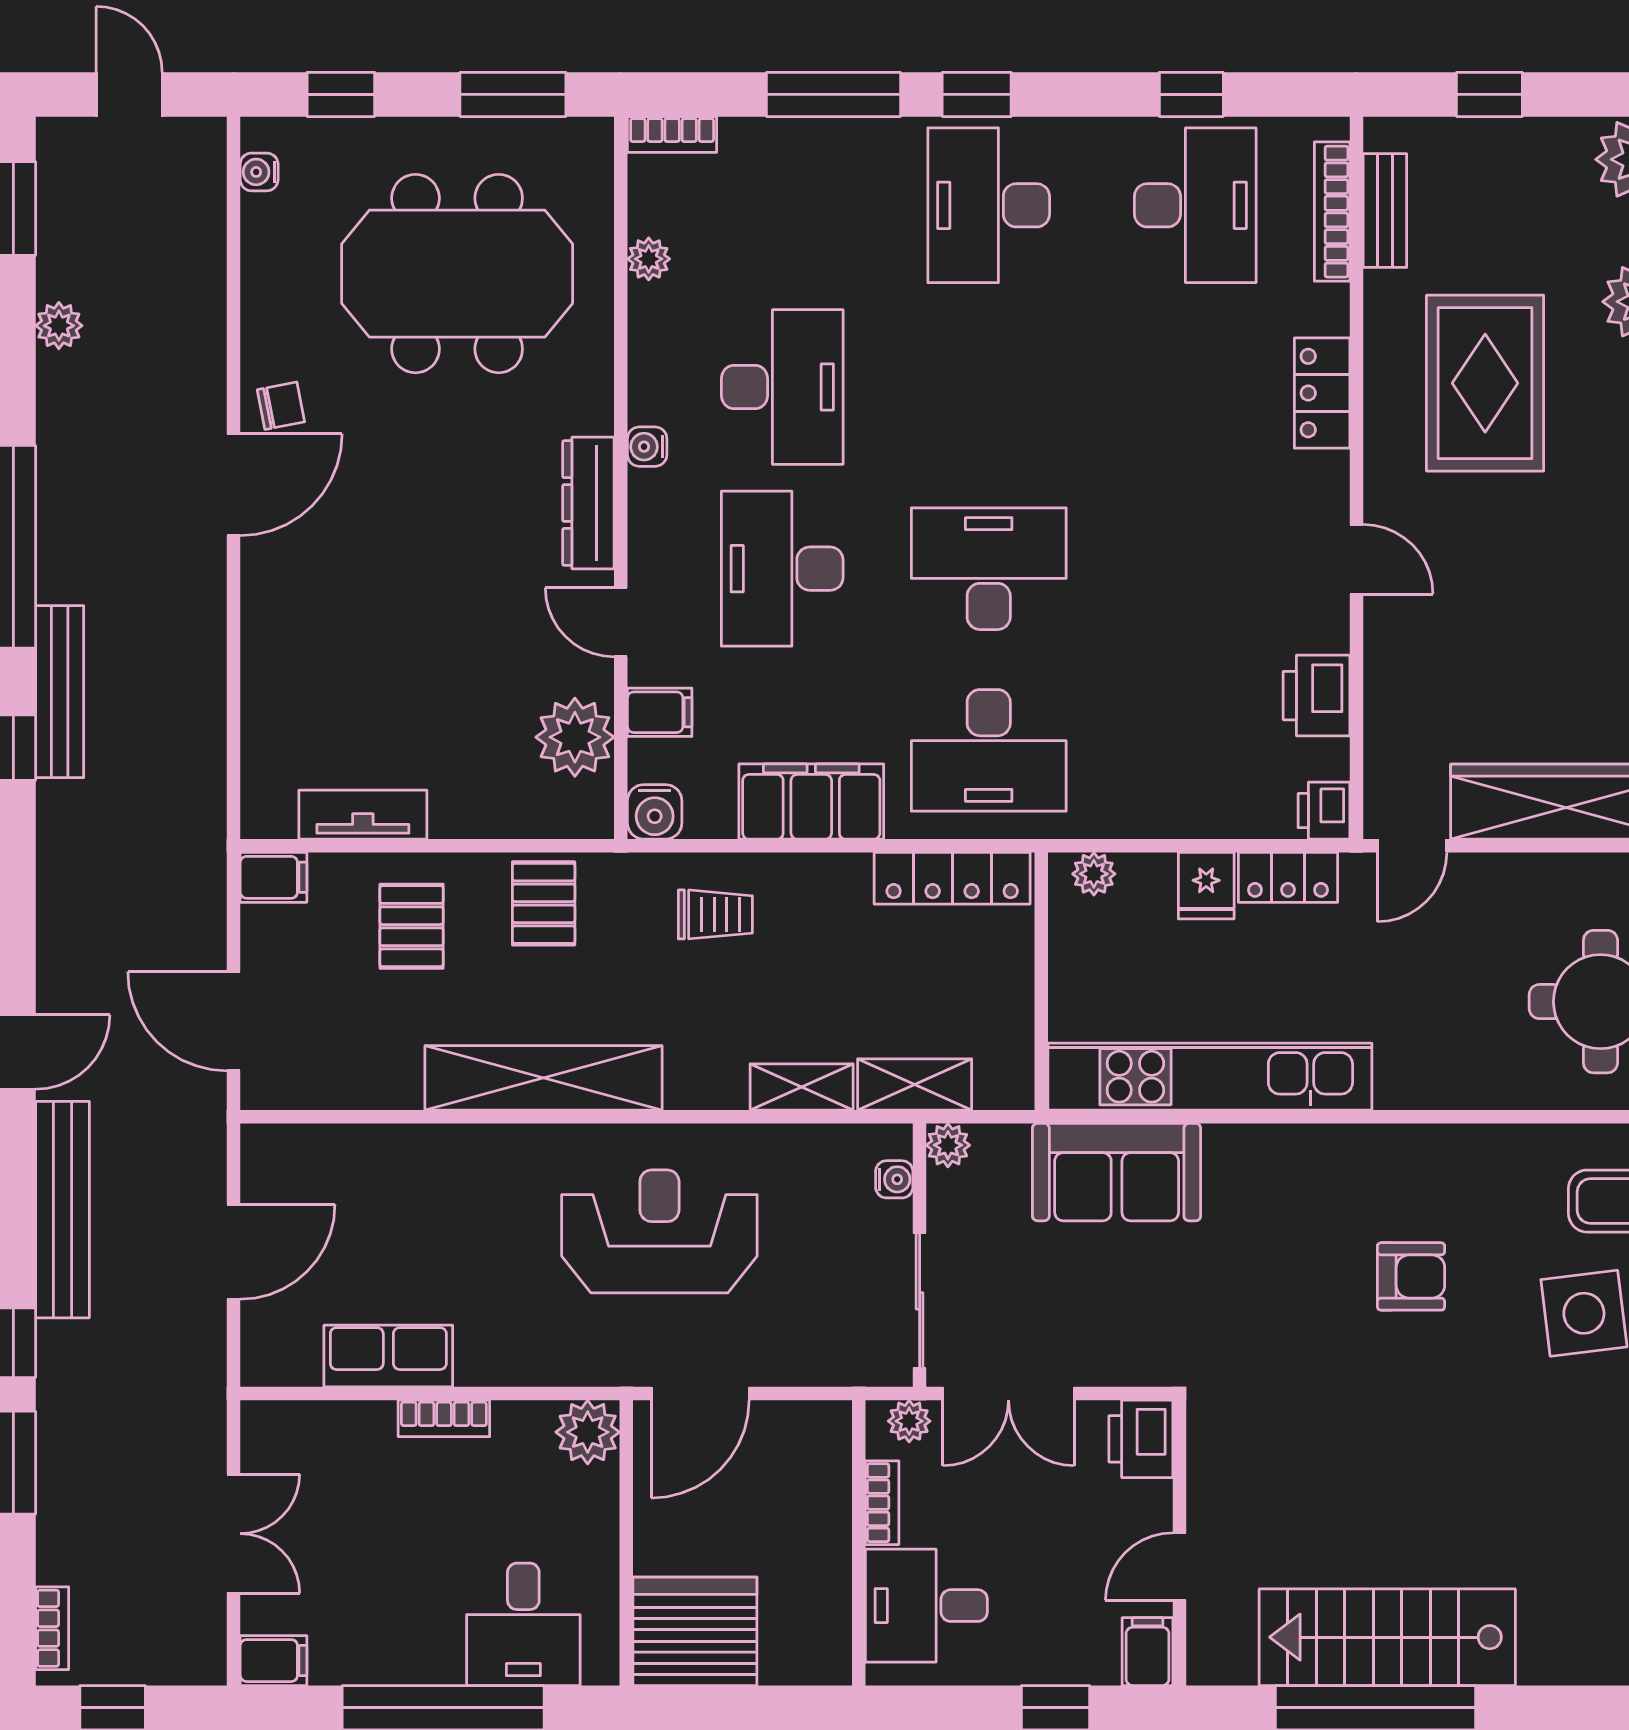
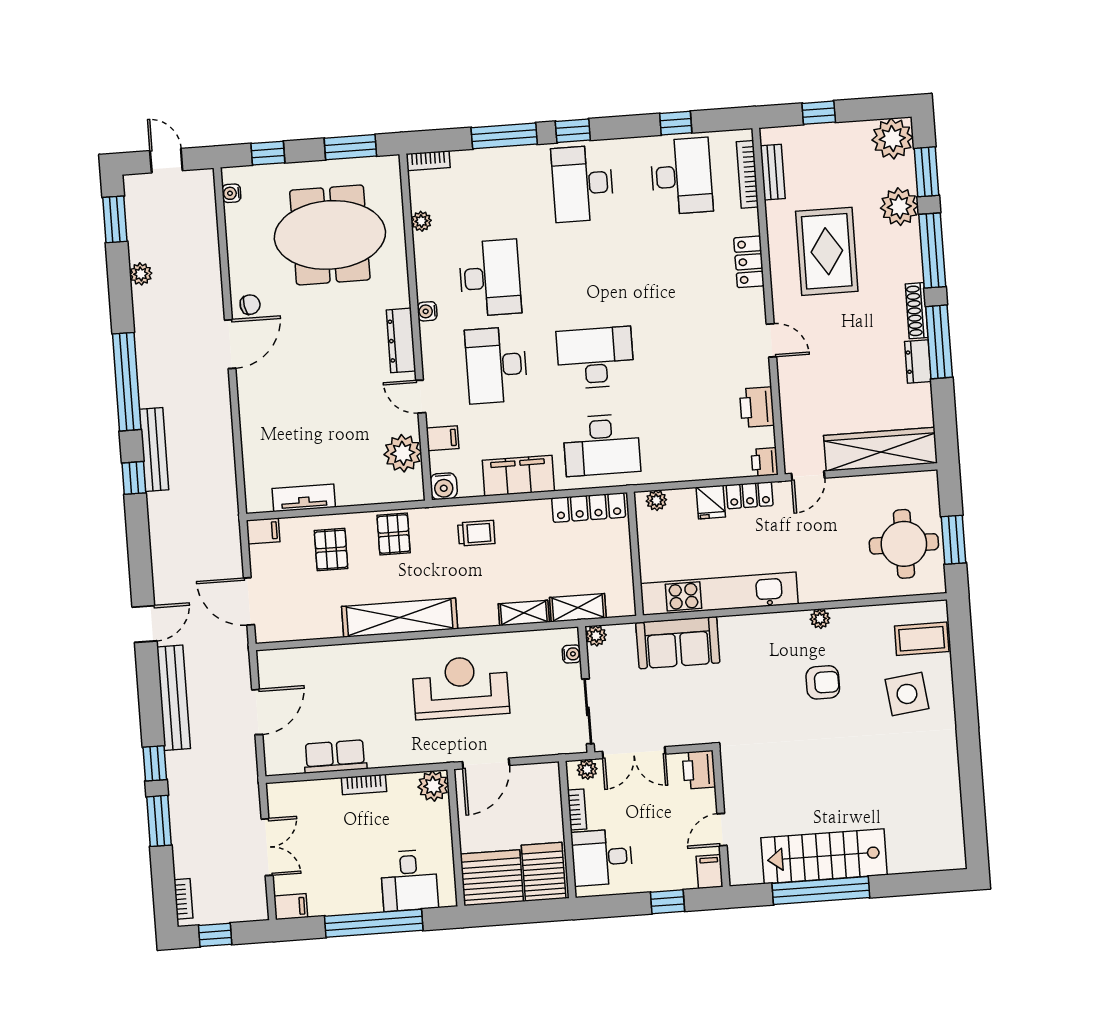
plant: (1415, 1144) -> (820, 619), added
server rack: (803, 1627) -> (544, 872), added

